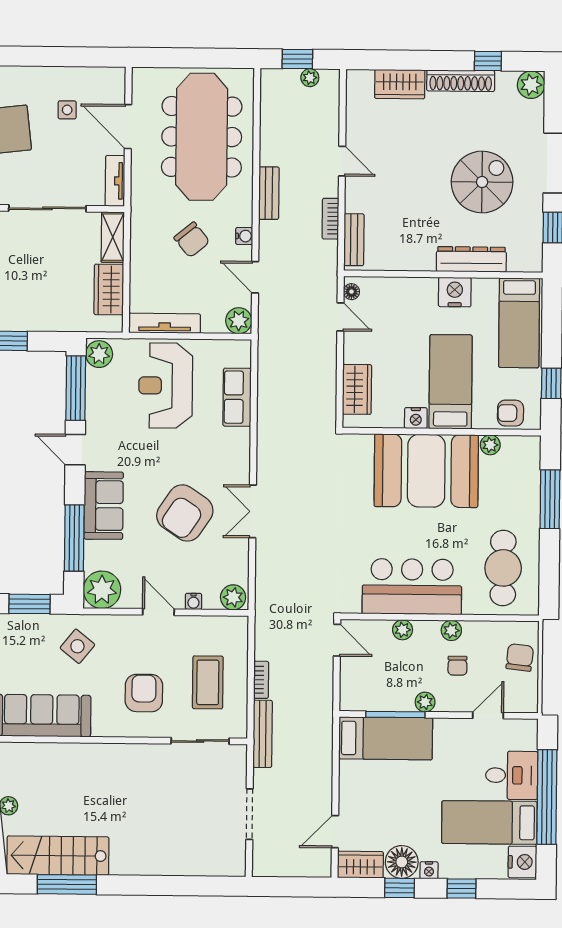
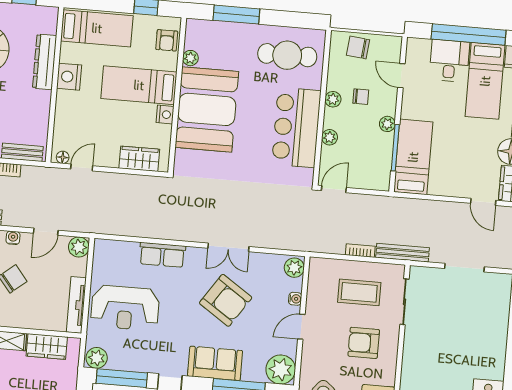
row of seats: (237, 397) -> (162, 255), moved

